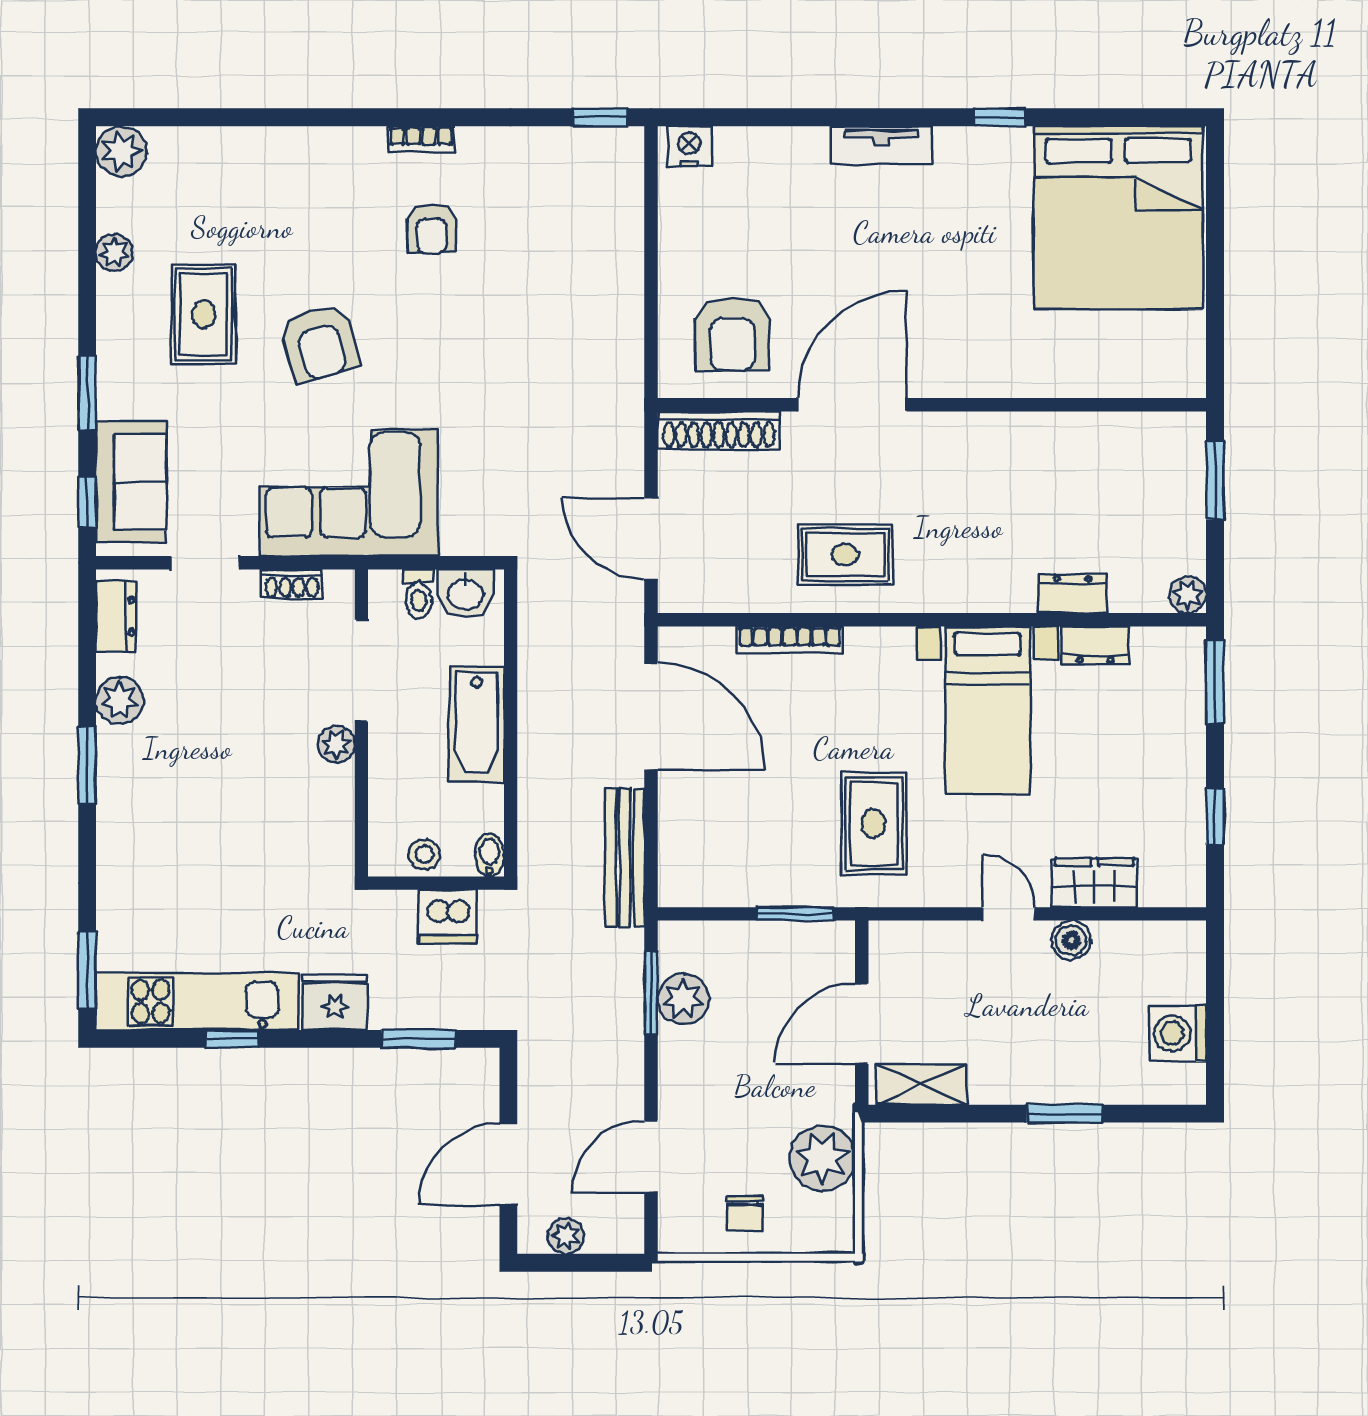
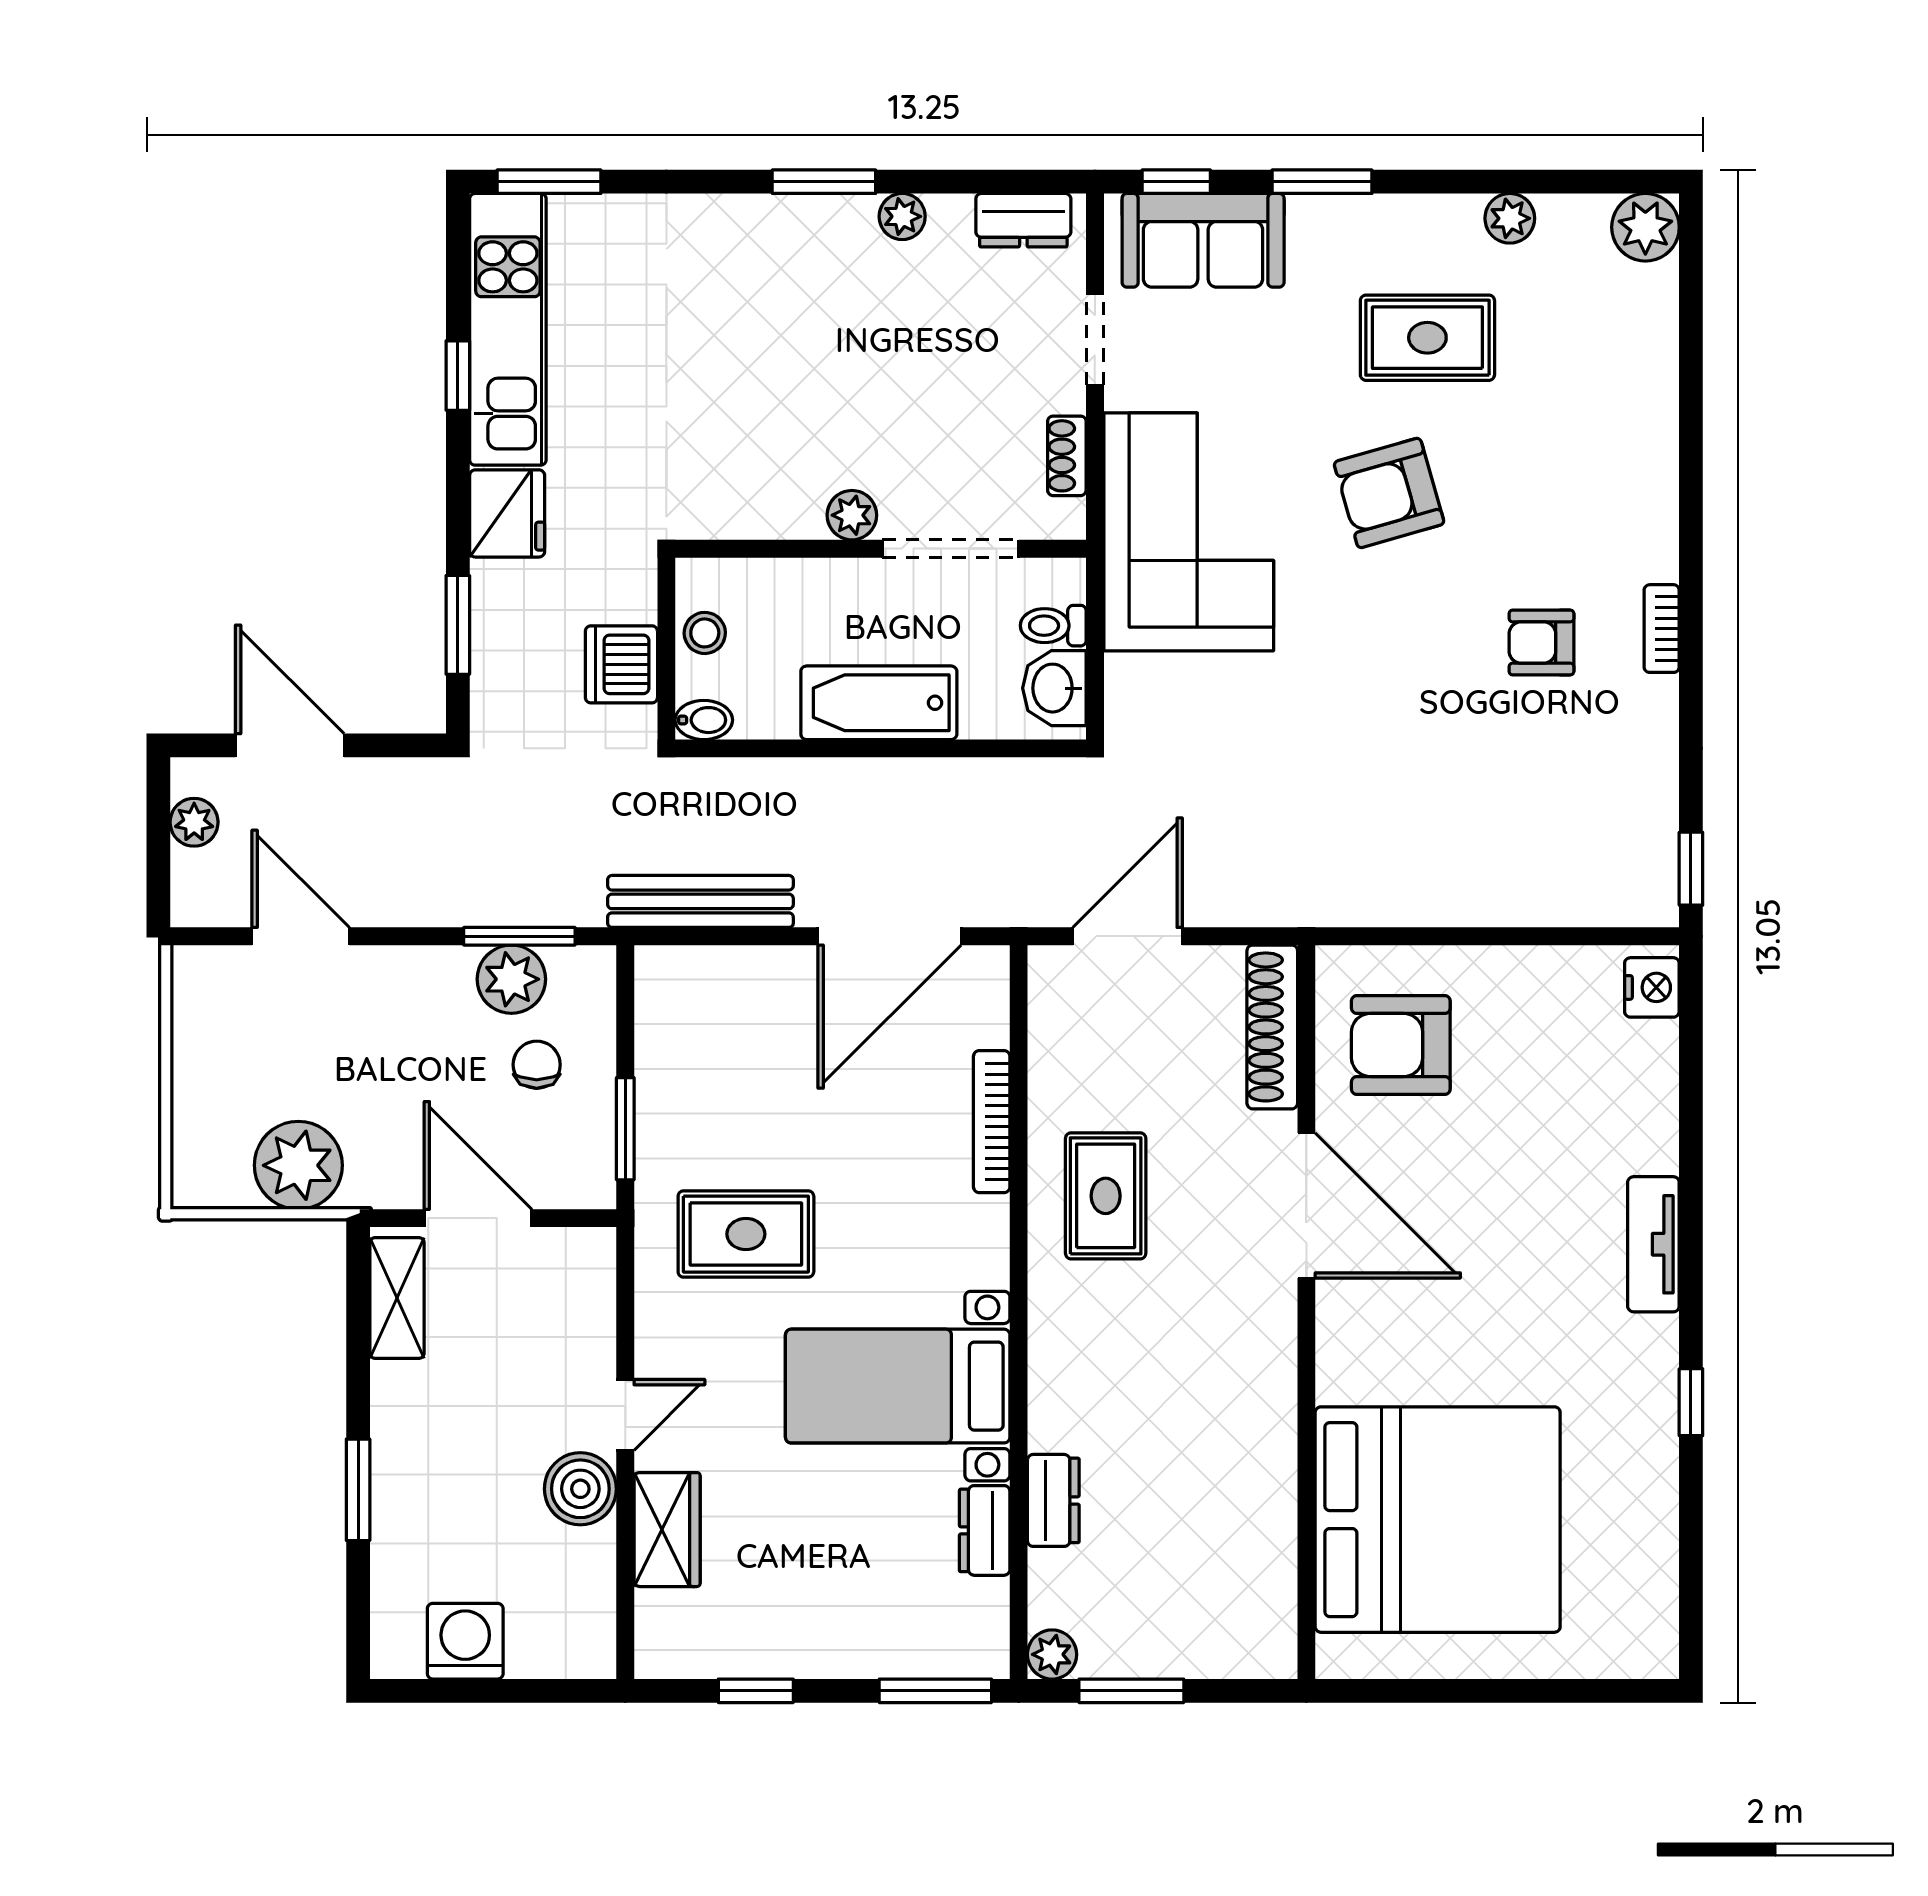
bed: (1118, 218) -> (1438, 1520), moved, turned 180
window: (1215, 480) -> (1131, 1691), moved
plant: (120, 700) -> (902, 216), width x0.73, depth x0.73
boiler: (1071, 940) -> (580, 1489), width x1.36, depth x1.36
chair: (745, 1214) -> (537, 1065), moved, turned 90

